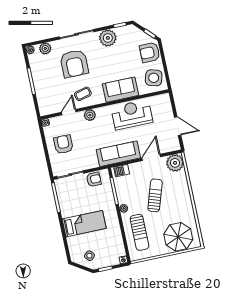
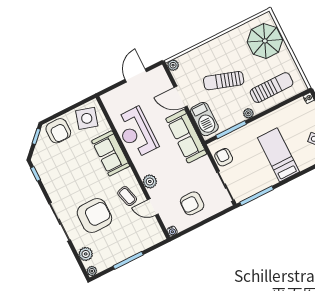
plant: (108, 38) -> (54, 184), removed
plant: (175, 163) -> (173, 65), width x0.53, depth x0.53
barbecue: (122, 171) -> (204, 119), width x1.88, depth x1.53

